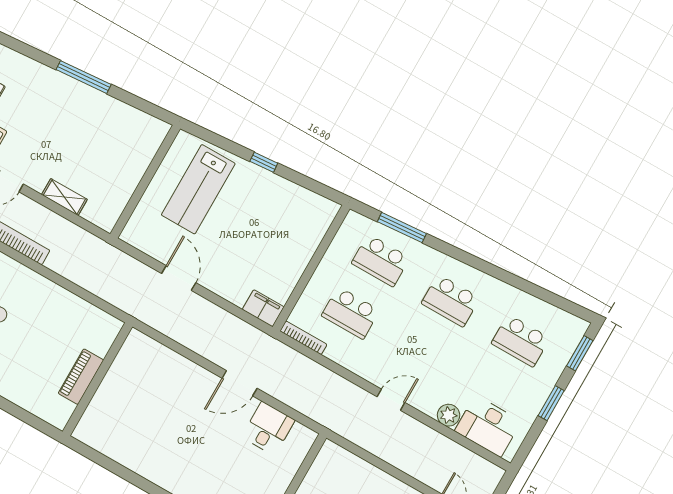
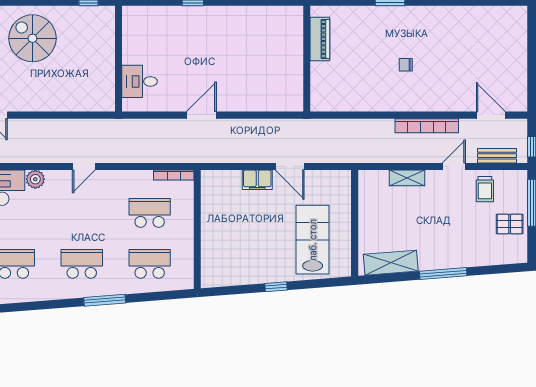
shelving: (131, 119) -> (391, 263), added
window: (402, 228) -> (105, 300), moved
filing cabinet: (263, 308) -> (257, 180), moved
piano: (81, 377) -> (320, 39), moved
desk: (268, 428) -> (140, 81), moved, turned 90

